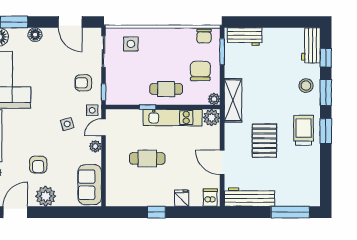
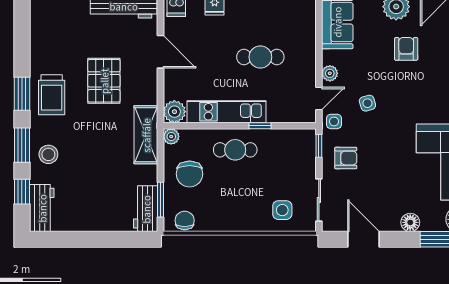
workbench: (245, 37) -> (146, 209), moved, turned -90

